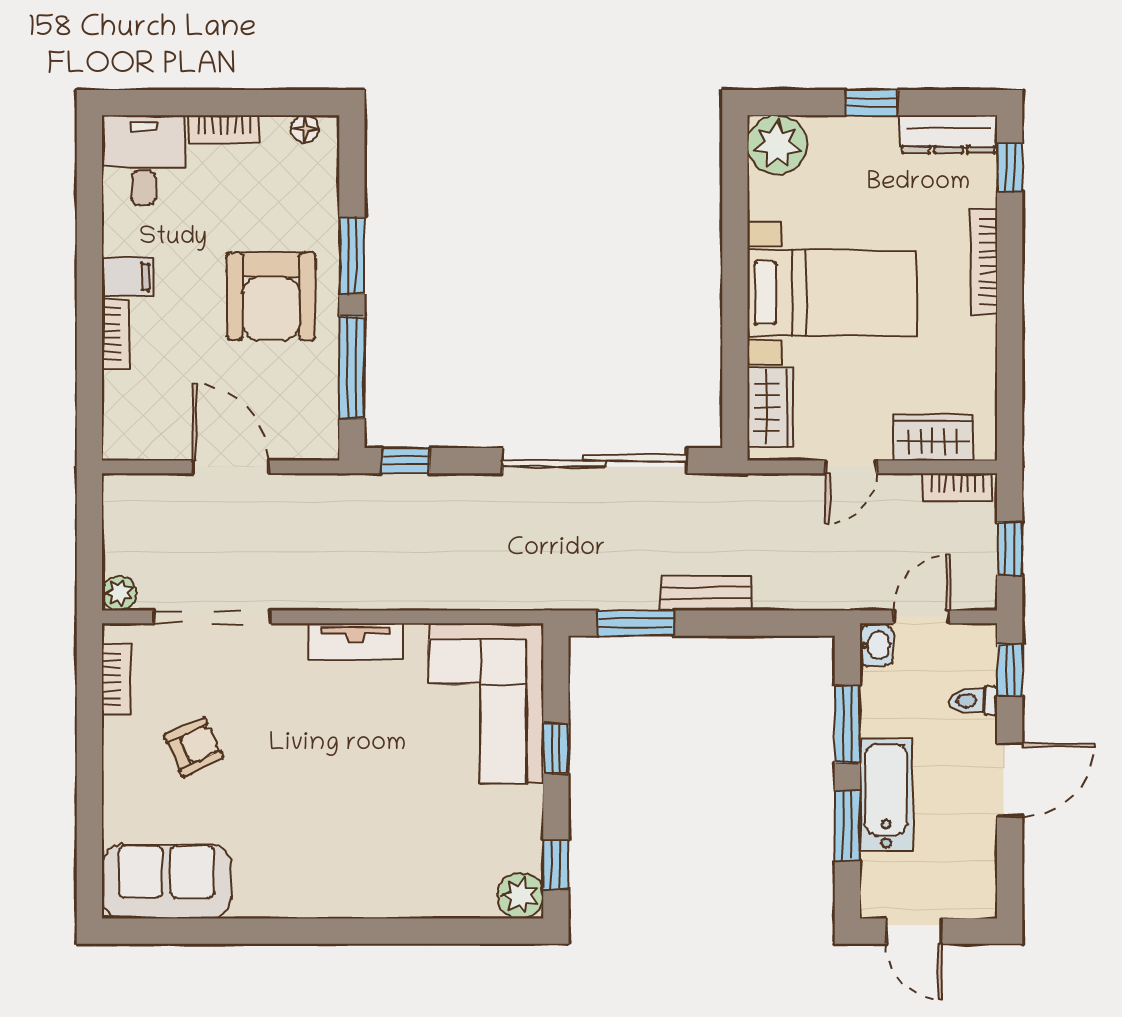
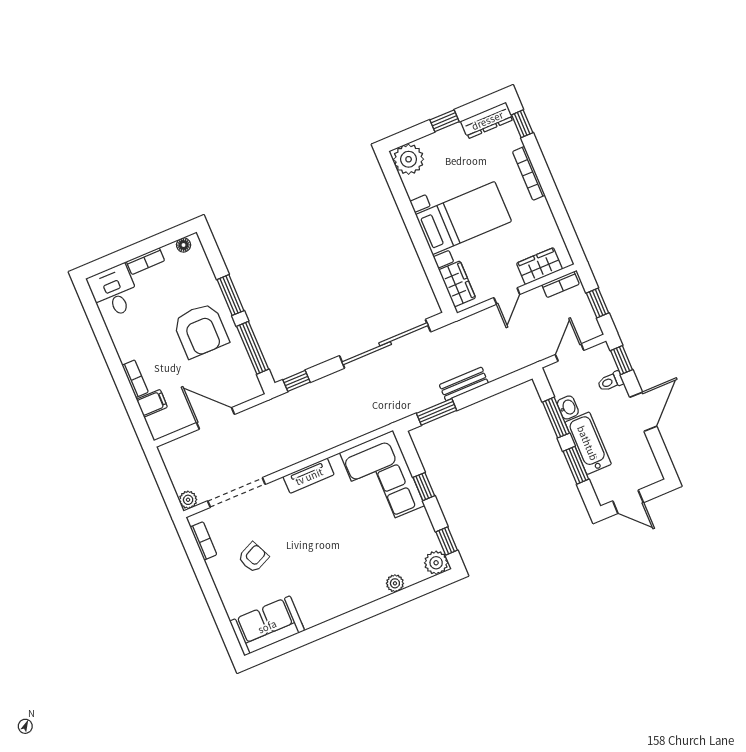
filing cabinet: (127, 277) -> (152, 403), moved
washbasin: (877, 645) -> (568, 407), moved
plant: (430, 902) -> (395, 583), added

